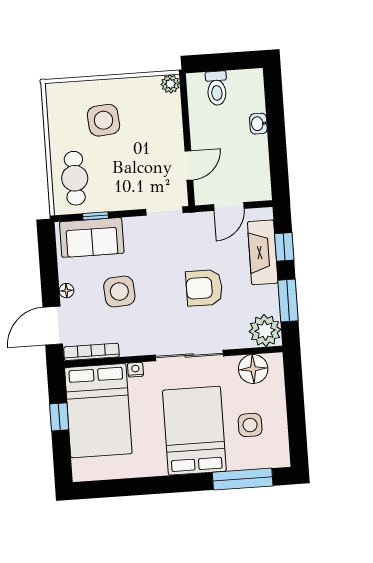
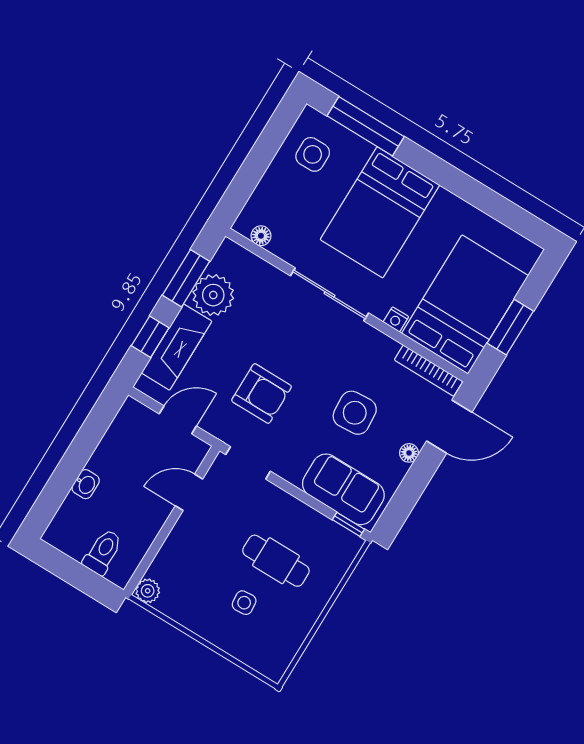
side table: (103, 120) -> (244, 603), width x0.54, depth x0.54
cafe table: (75, 178) -> (276, 561), moved, turned 90
window: (95, 216) -> (348, 524), moved
armchair: (204, 288) -> (262, 394), moved
plant: (265, 331) -> (213, 295), moved
floor lamp: (253, 369) -> (261, 236), width x0.53, depth x0.53
window: (59, 417) -> (510, 327), width x1.50
side table: (250, 425) -> (313, 154), moved

